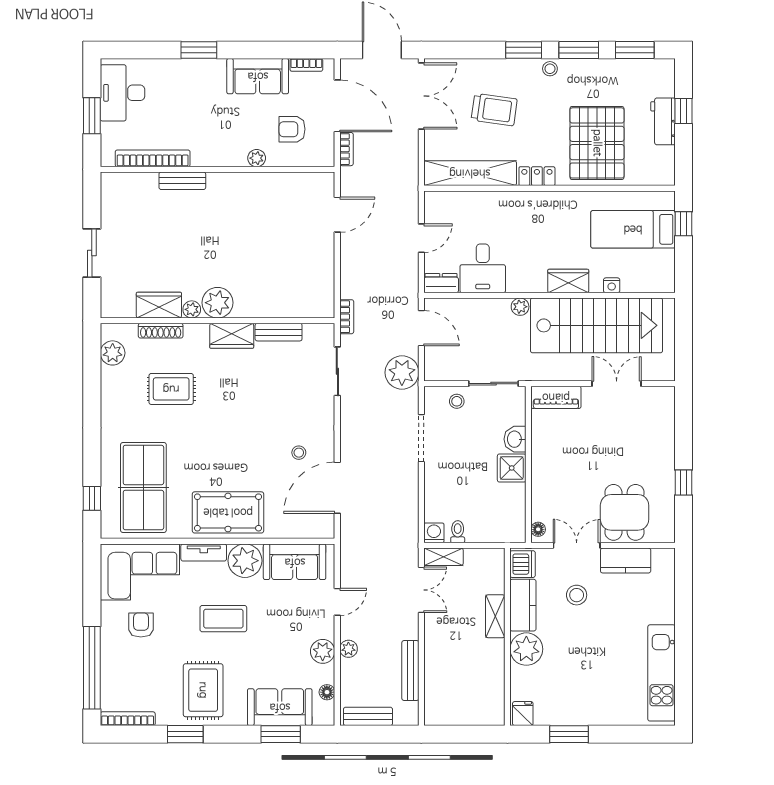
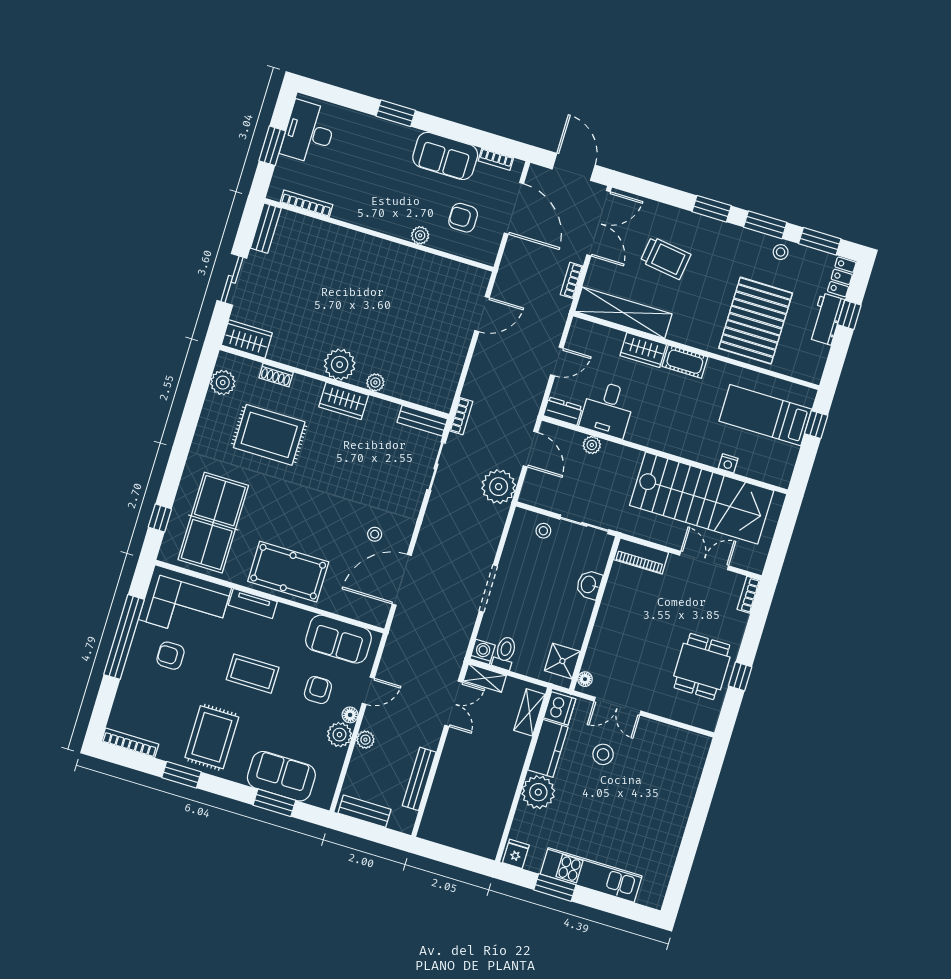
stool: (550, 69) -> (781, 252), moved
bookcase: (346, 149) -> (572, 280), moved, turned 180
bookcase: (153, 158) -> (307, 203), width x0.68, depth x0.76
locker: (537, 176) -> (842, 277), moved, turned -90
bench: (182, 181) -> (266, 228), moved, turned 90
cot: (542, 202) -> (685, 362), added
wardrobe: (568, 281) -> (643, 350), moved, turned 180
wardrobe: (159, 305) -> (247, 339), moved
plant: (520, 307) -> (592, 445), moved
plant: (192, 309) -> (375, 382), moved
shoe rack: (161, 331) -> (276, 375), width x0.70
bench: (279, 332) -> (422, 421), moved
rug: (171, 389) -> (269, 435), width x1.36, depth x1.43
bookcase: (668, 403) -> (749, 595), added
doorway: (421, 438) -> (488, 589), moved
shower: (512, 468) -> (562, 661), moved
dining table: (625, 512) -> (702, 666), moved
toilet: (458, 532) -> (505, 653), width x1.37, depth x1.39
double door: (577, 545) -> (618, 706), swing flipped
plant: (245, 561) -> (291, 624), removed
kitchen counter: (626, 561) -> (661, 735), removed
armchair: (290, 616) -> (318, 690), added
shelving: (495, 616) -> (529, 712), moved
armchair: (141, 625) -> (171, 656), turned -90
window: (92, 668) -> (124, 637), moved
kitchen unit: (662, 673) -> (591, 875), moved, turned 90
floor lamp: (327, 692) -> (350, 715), moved

